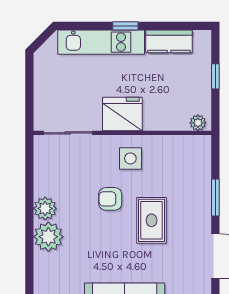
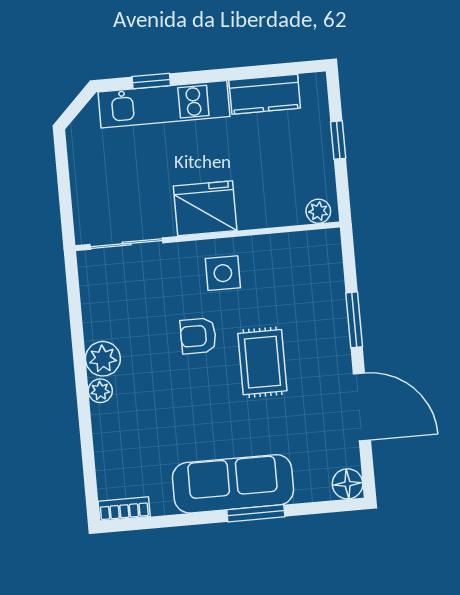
window: (125, 26) -> (151, 81), moved
plant: (48, 237) -> (100, 391), width x0.53, depth x0.53

